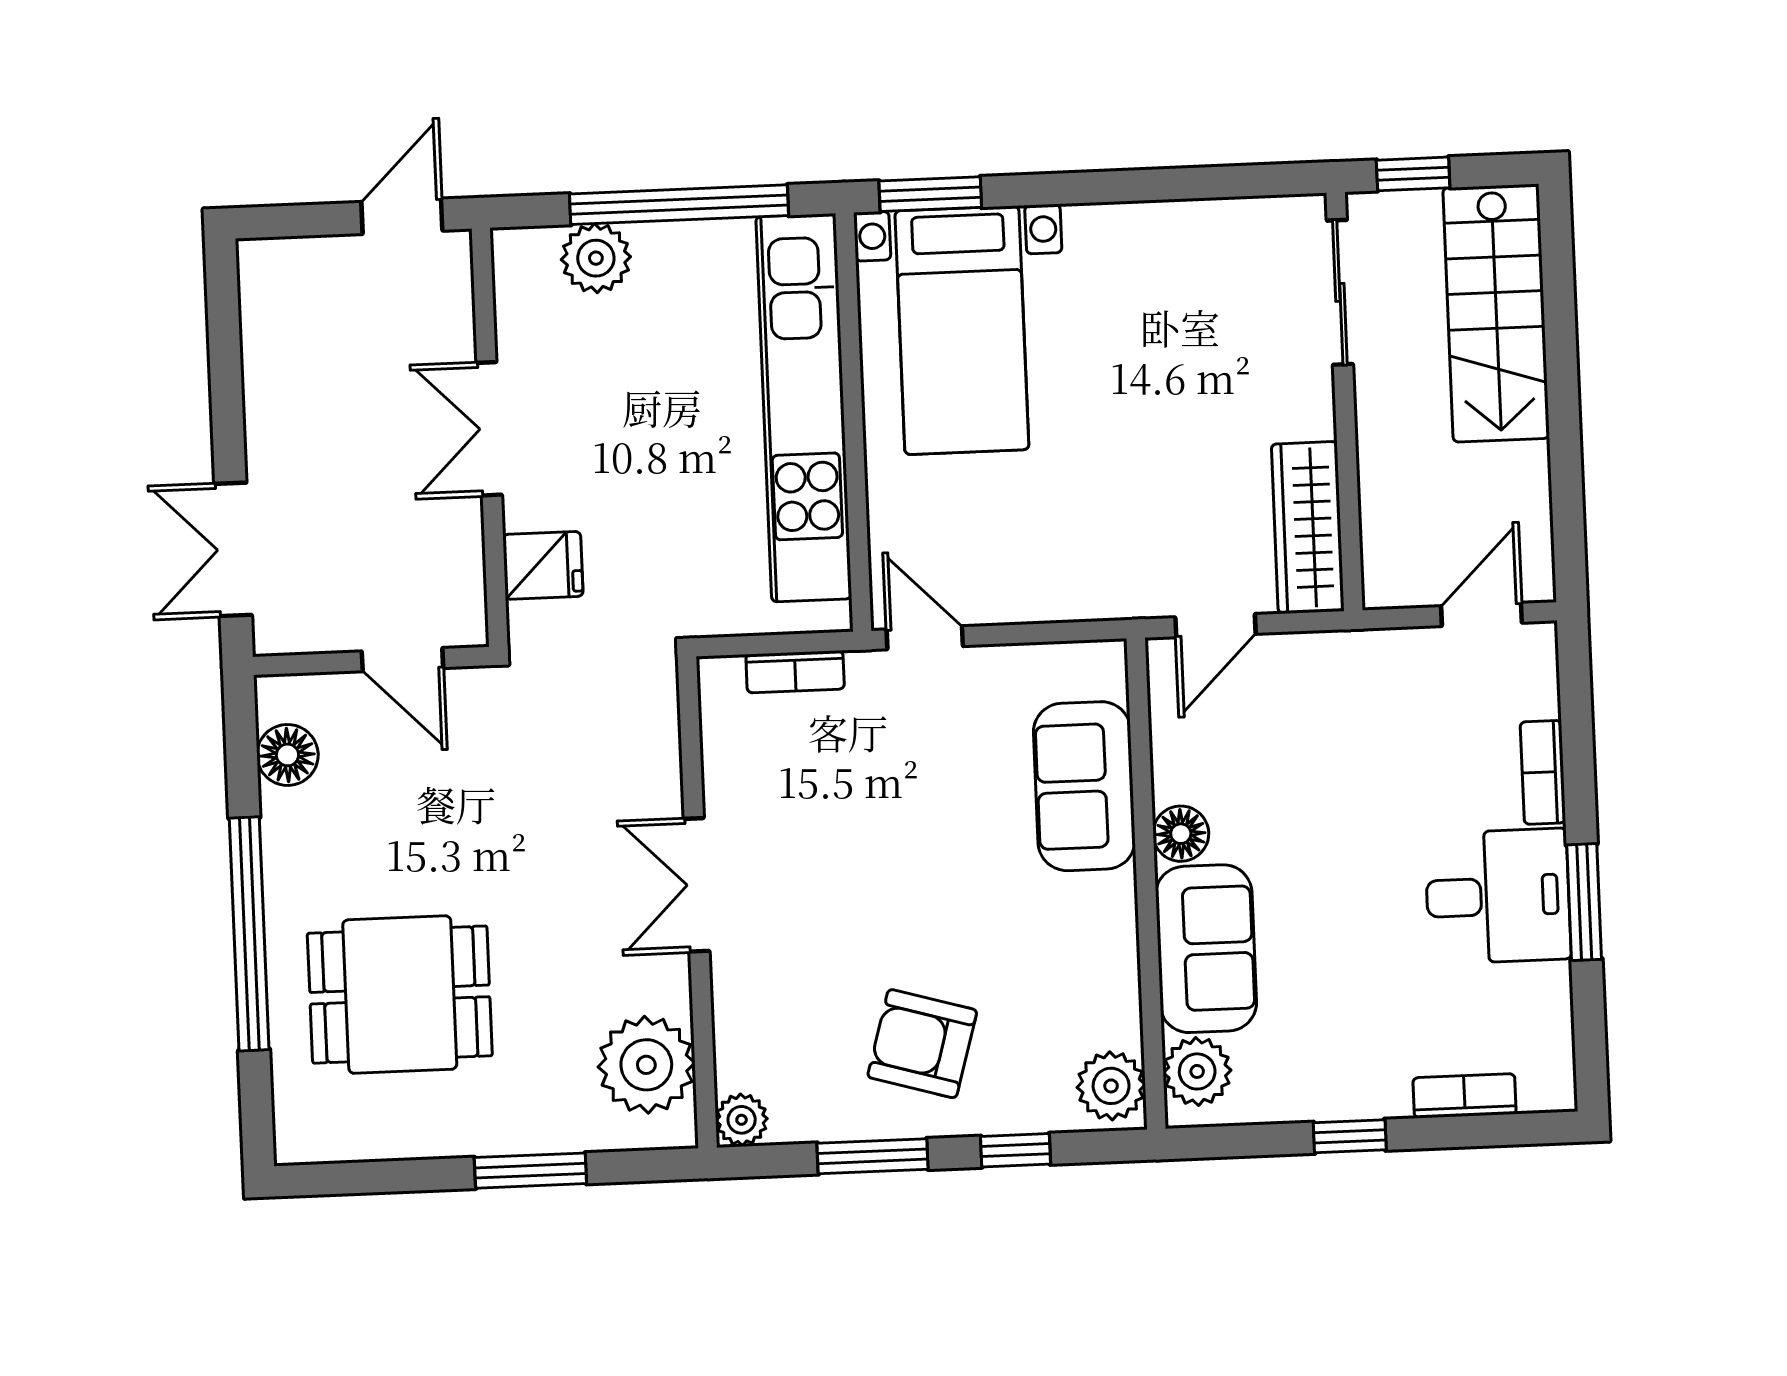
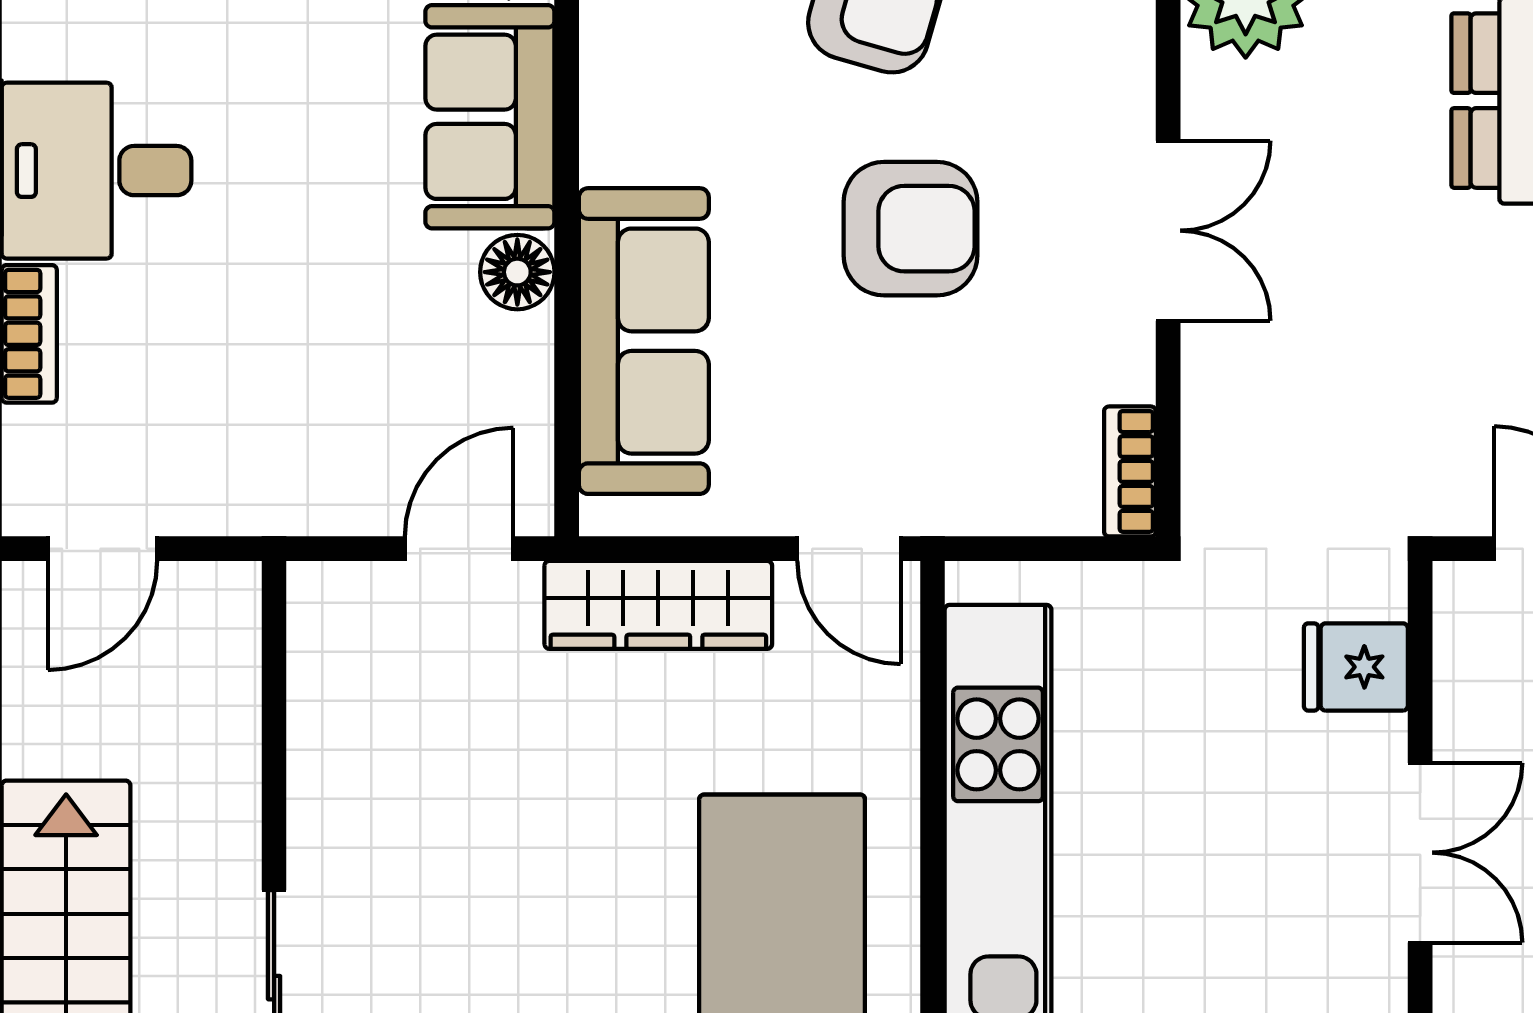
wardrobe: (1308, 528) -> (658, 605), moved, turned 90
bookcase: (795, 672) -> (1130, 471), moved, turned -90
sofa: (1084, 786) -> (644, 341), width x1.36
armchair: (889, 878) -> (910, 229), added

